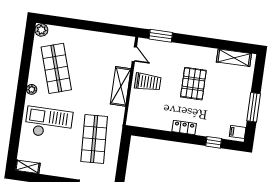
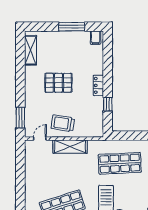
trolley: (148, 82) -> (63, 123), turned -81
window: (214, 142) -> (108, 104), moved

